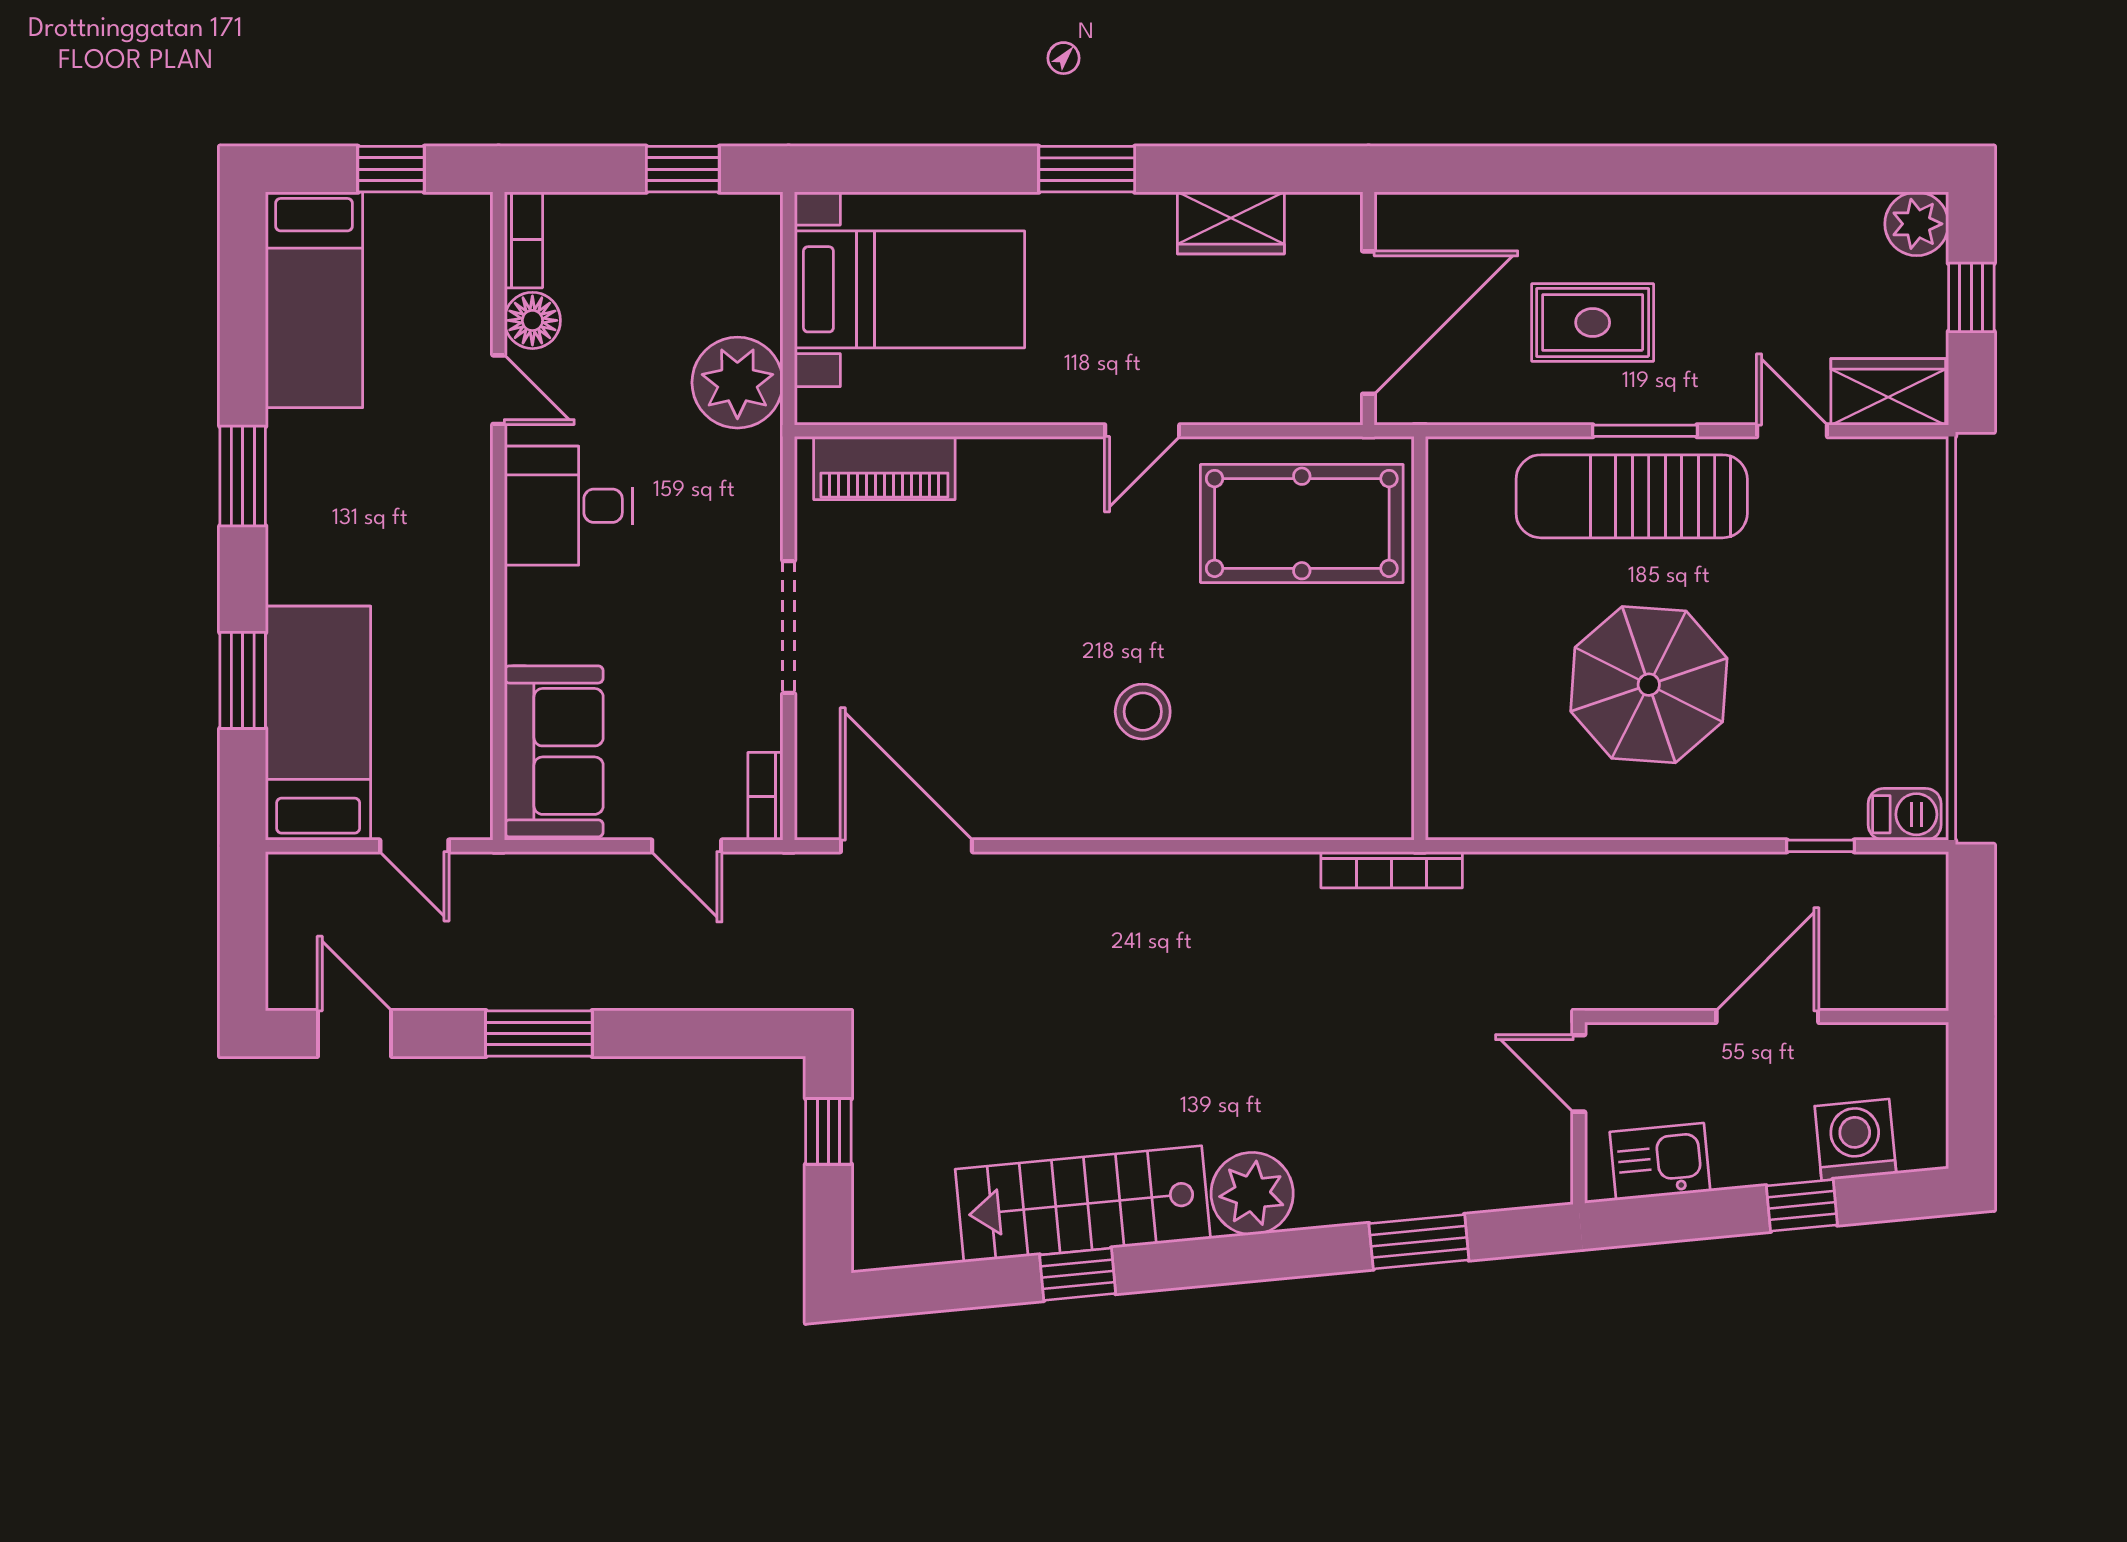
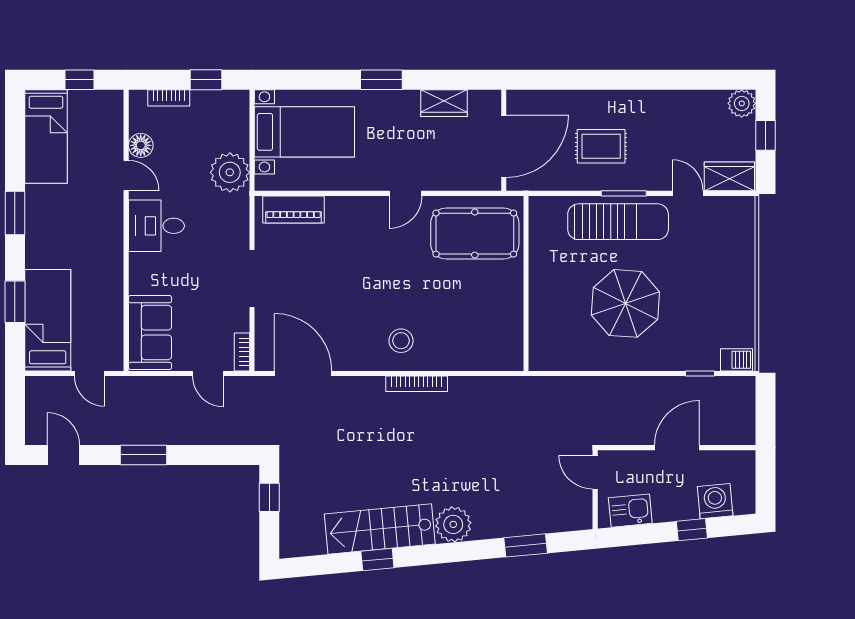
bookcase: (523, 240) -> (169, 98), moved, turned 90
sun lounger: (1632, 496) -> (618, 222), turned 180
stool: (1143, 712) -> (401, 341), moved
bookcase: (1392, 870) -> (417, 384), moved

